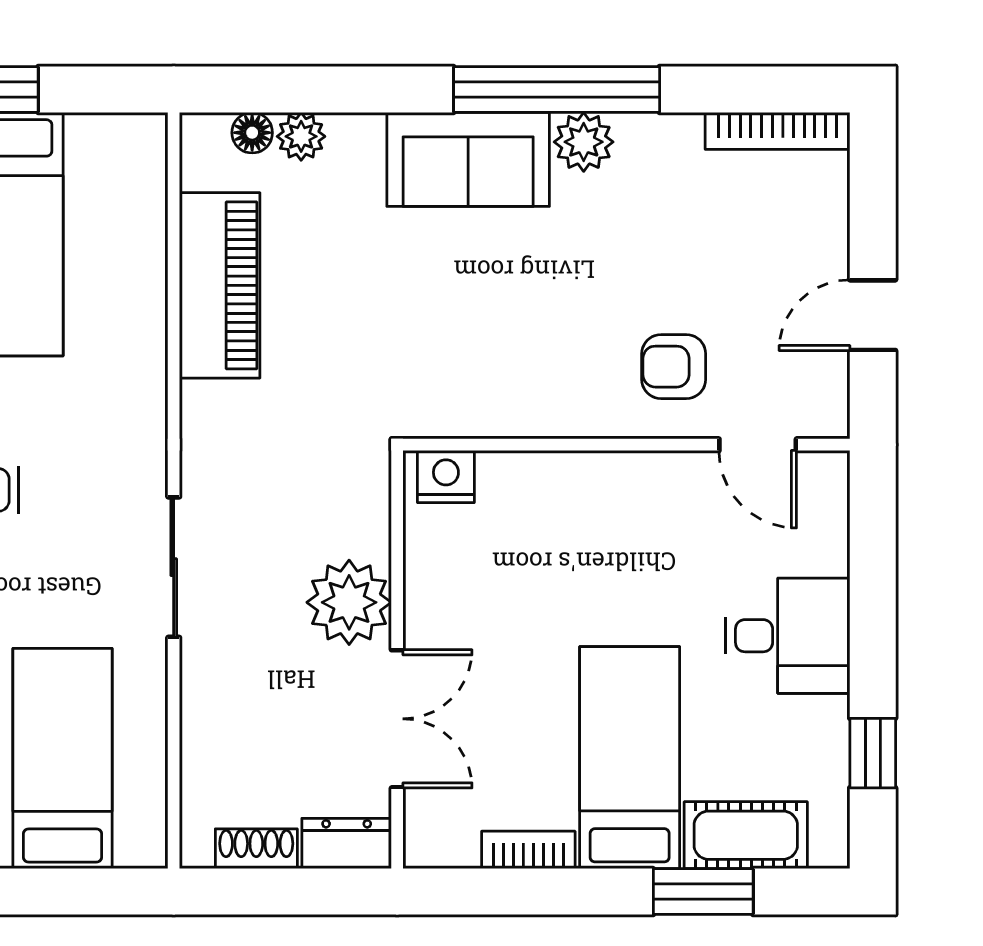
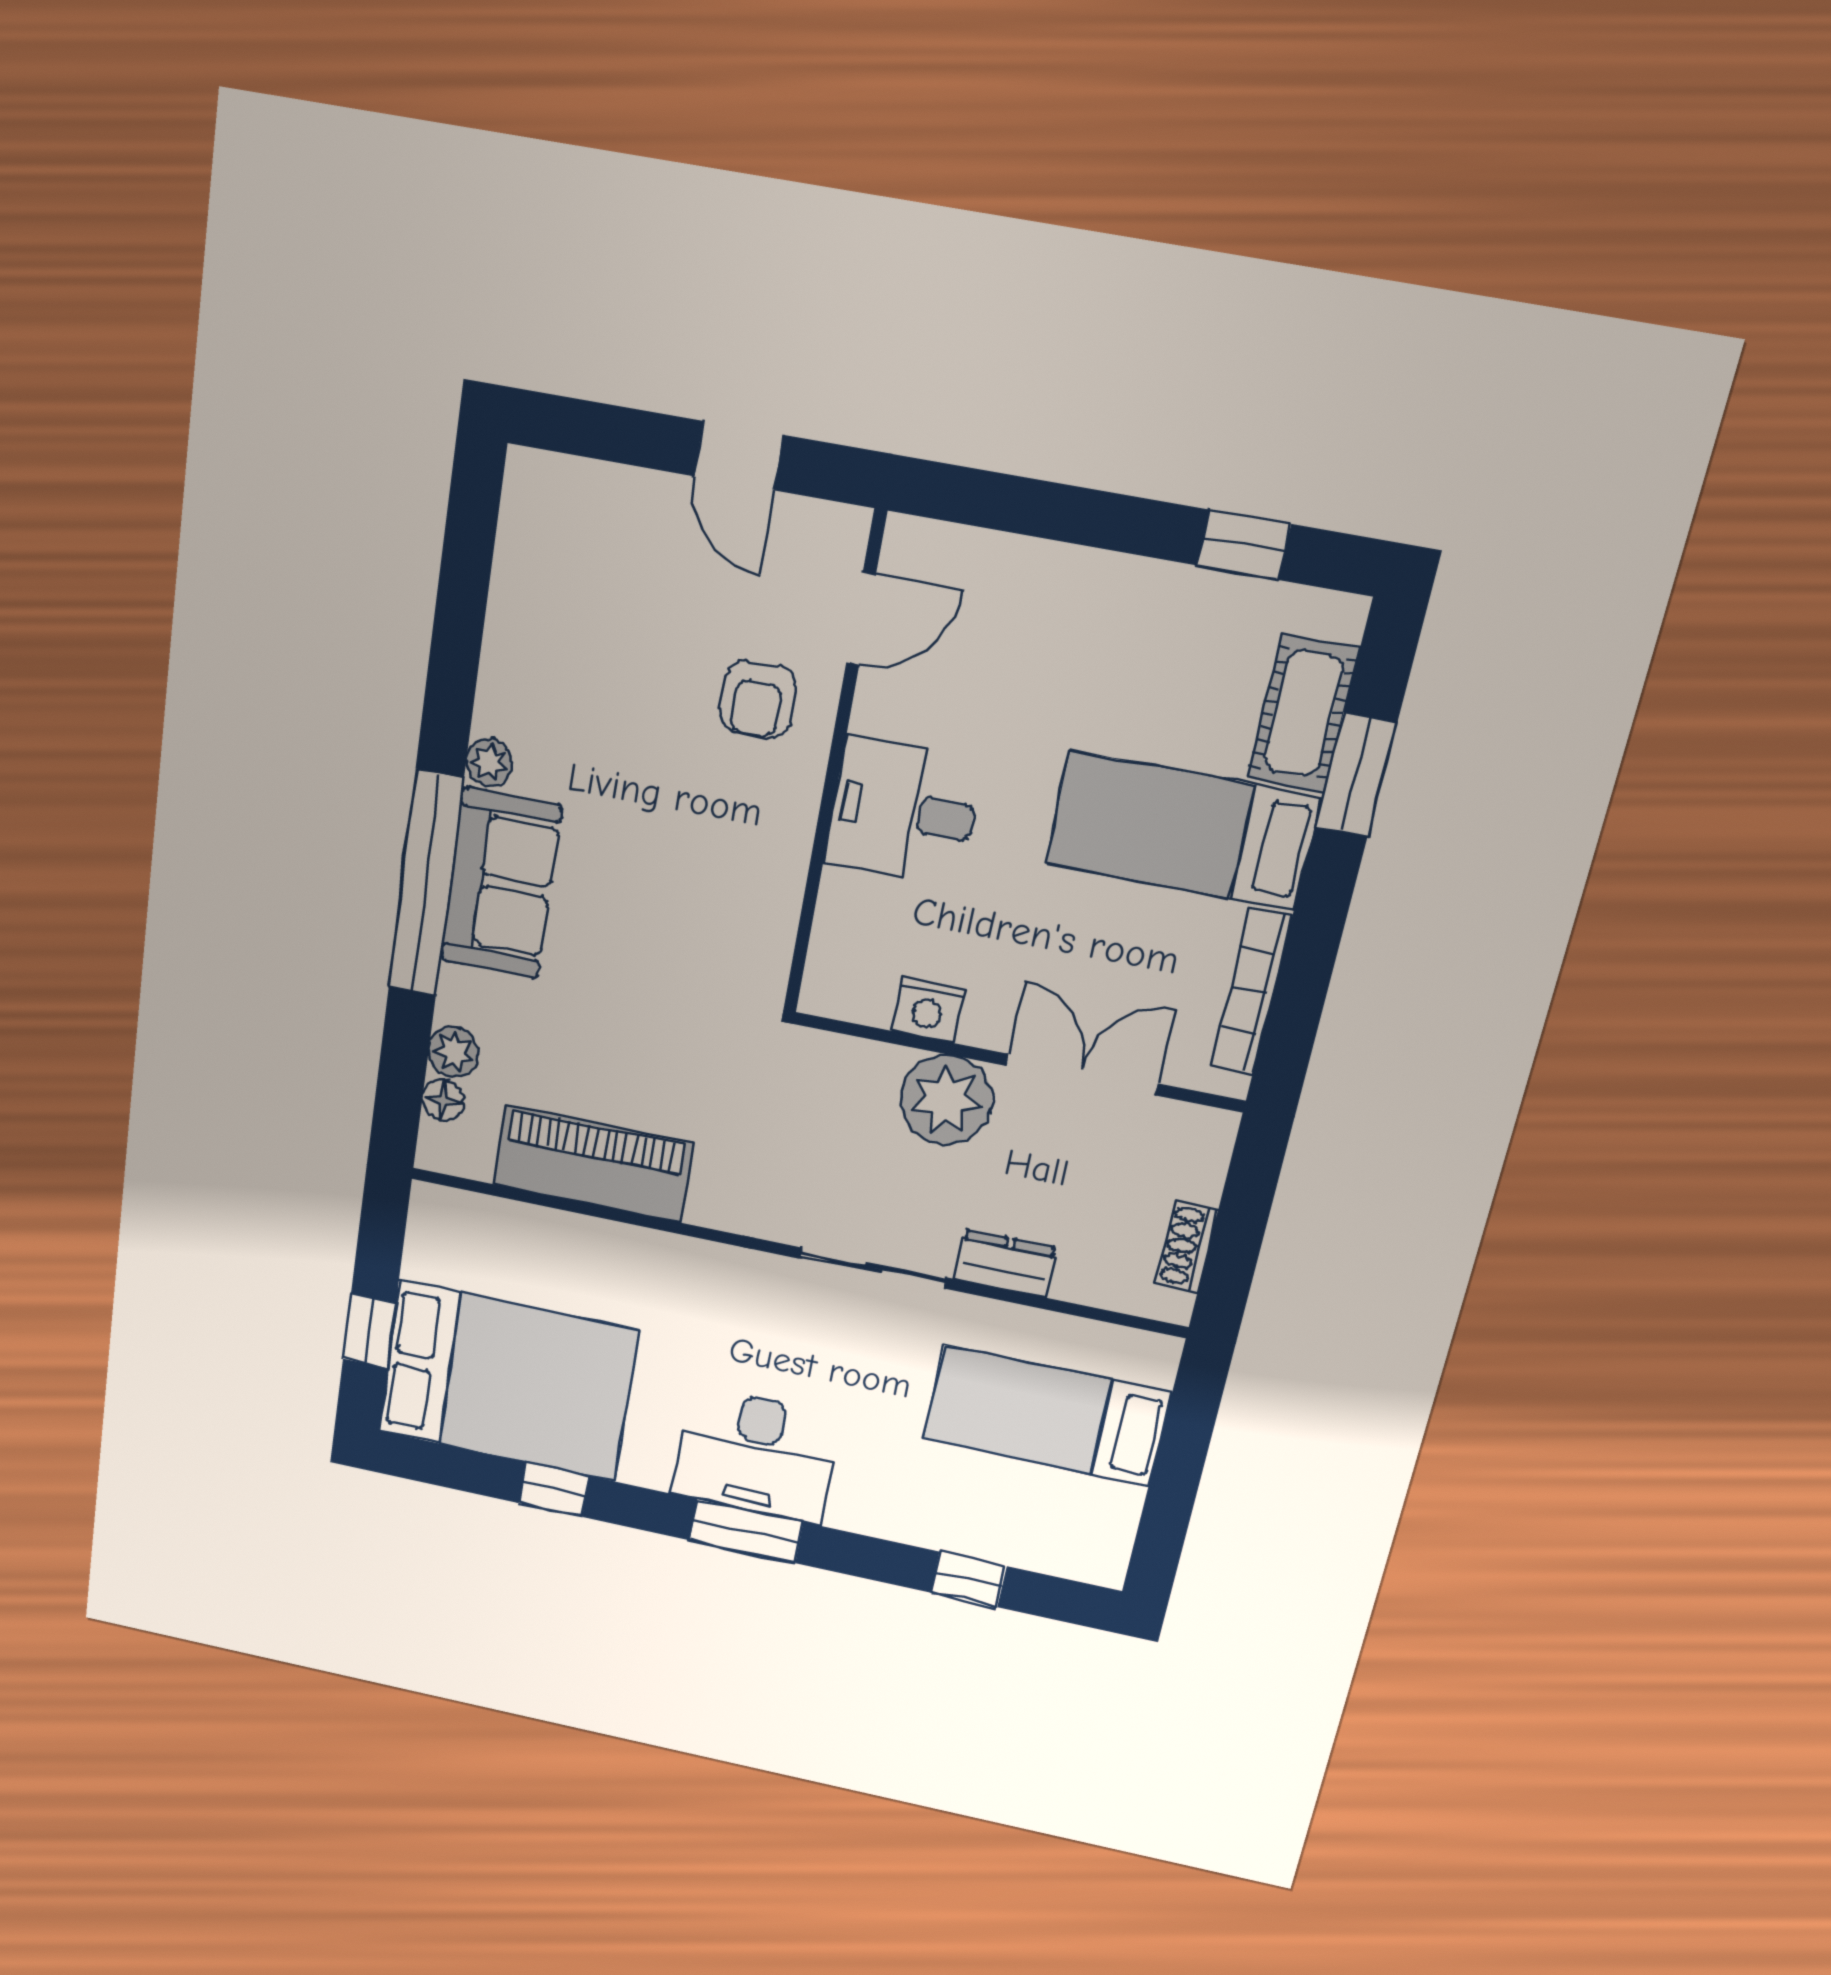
window: (557, 89) -> (426, 884), moved
bookcase: (777, 131) -> (517, 532), removed
plant: (584, 142) -> (489, 762), width x0.73, depth x0.73
nightstand: (446, 477) -> (928, 1009), moved, turned -90
desk: (788, 636) -> (903, 811), moved, turned -90
dresser: (347, 843) -> (1005, 1264), moved, turned 90
bookcase: (528, 850) -> (1252, 991), width x1.56

